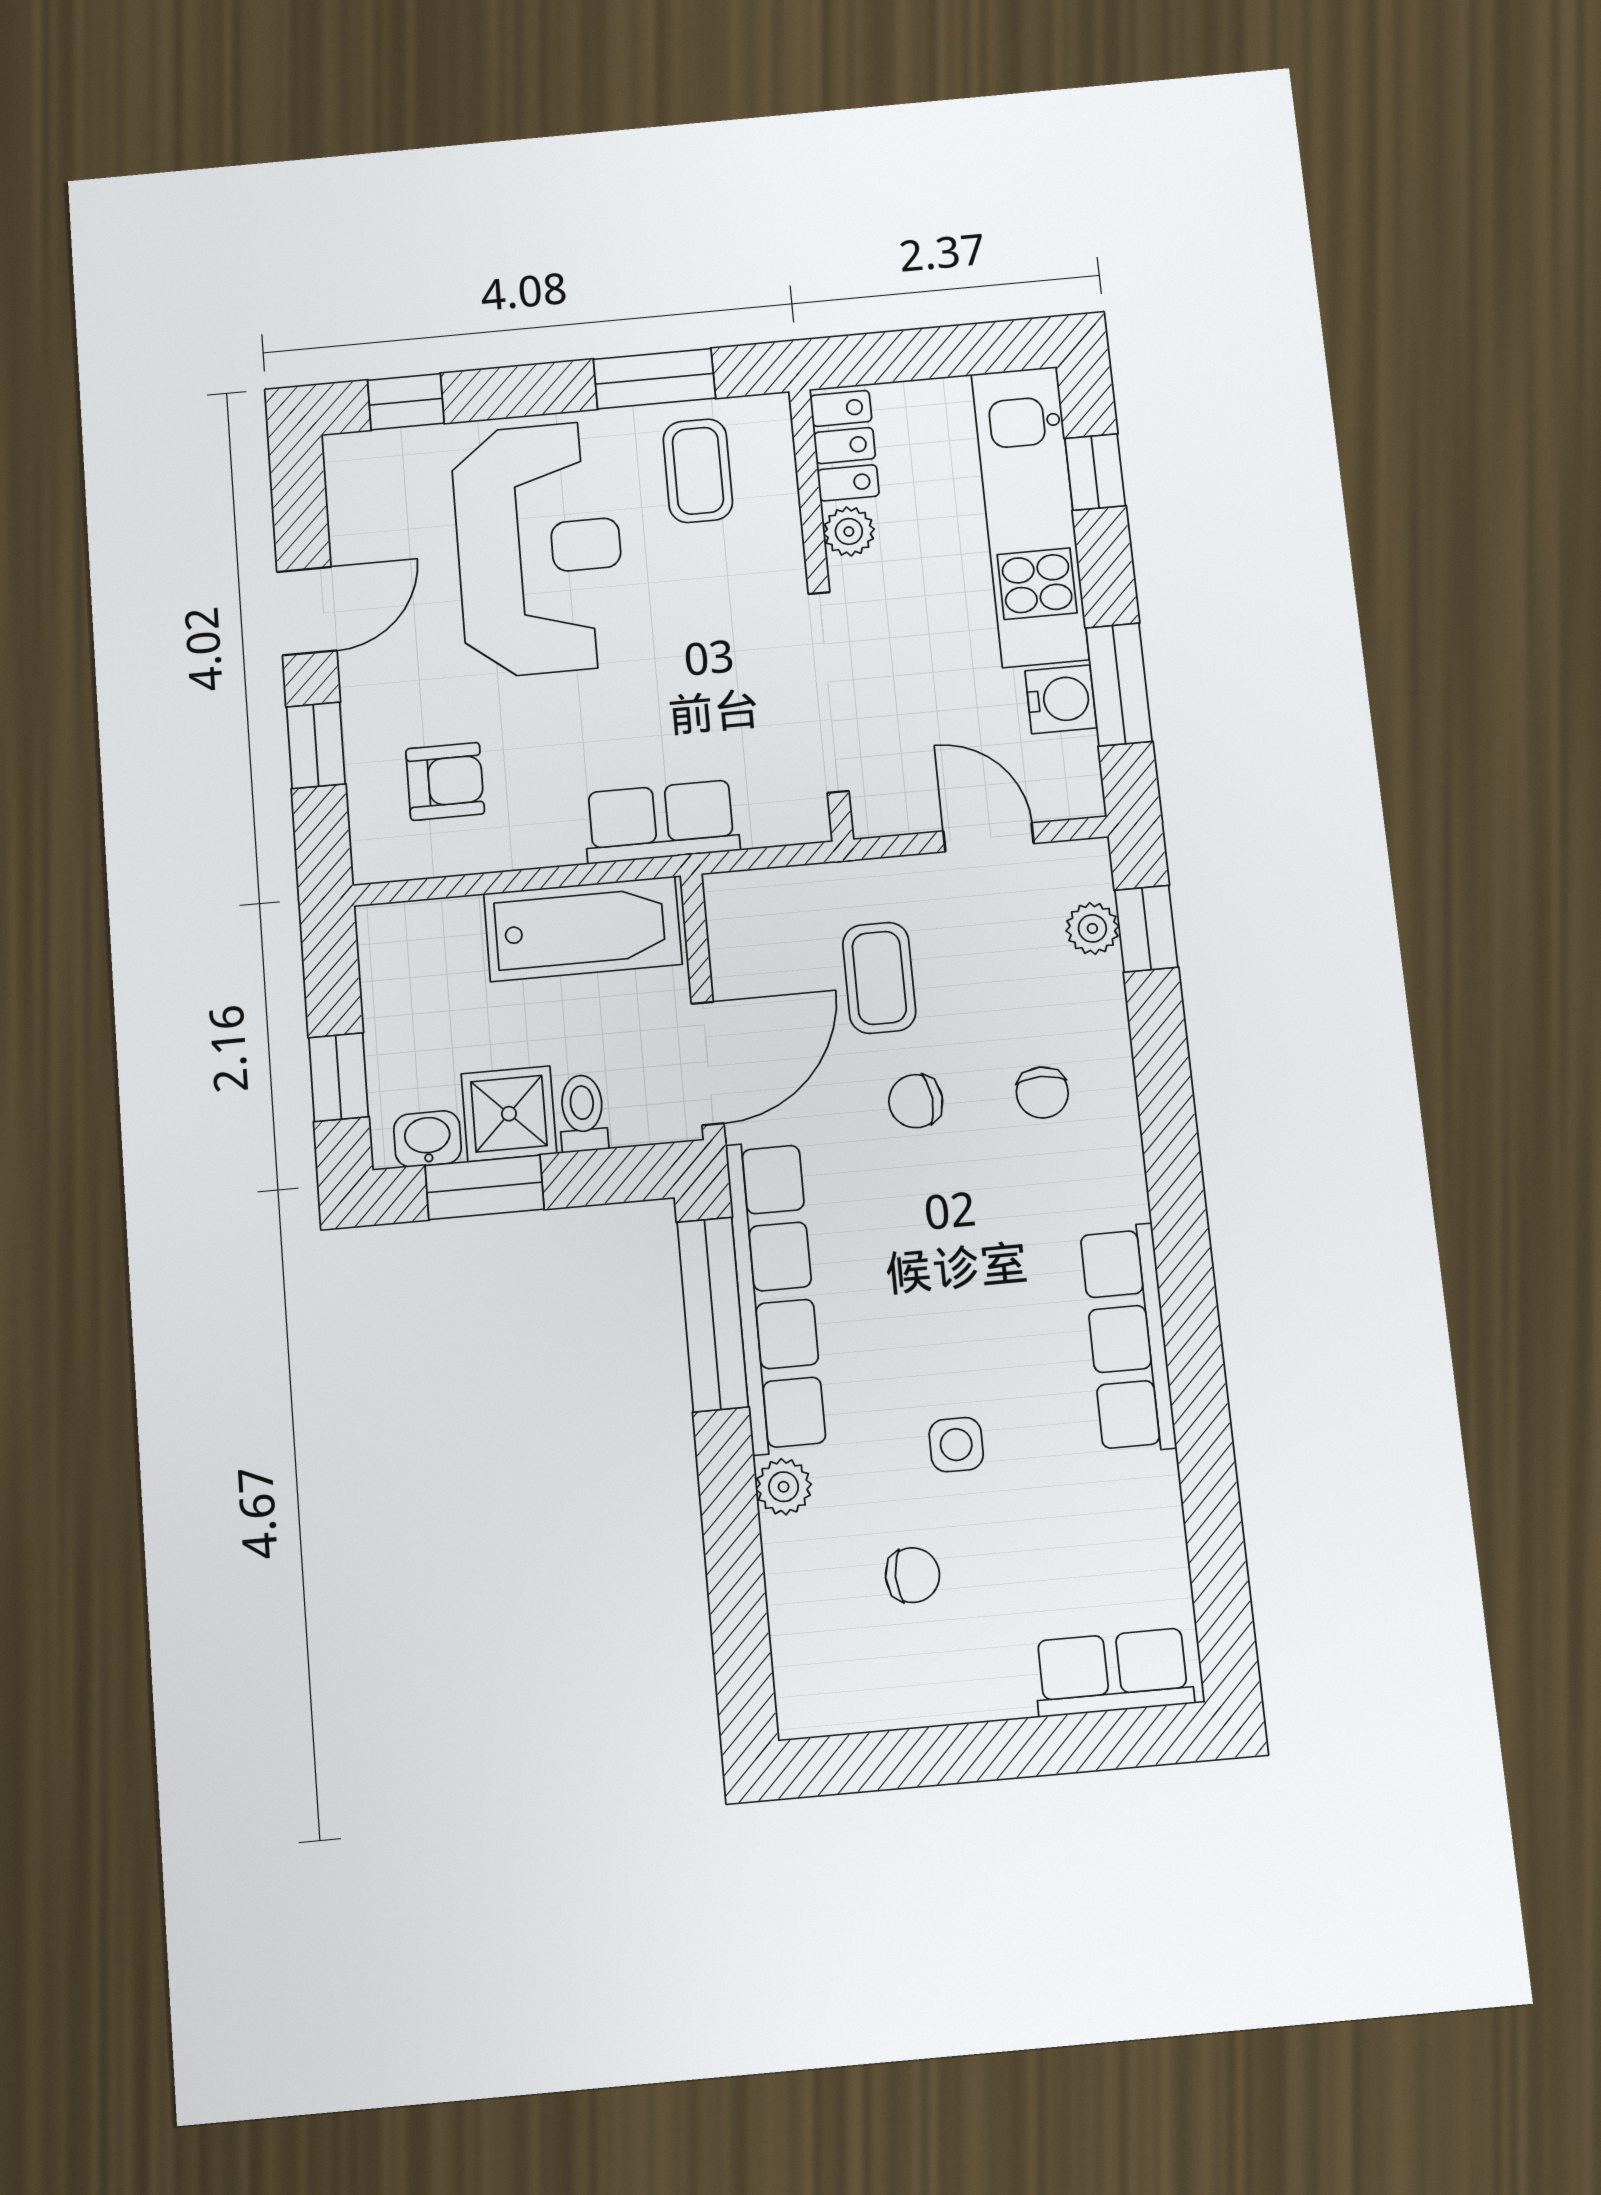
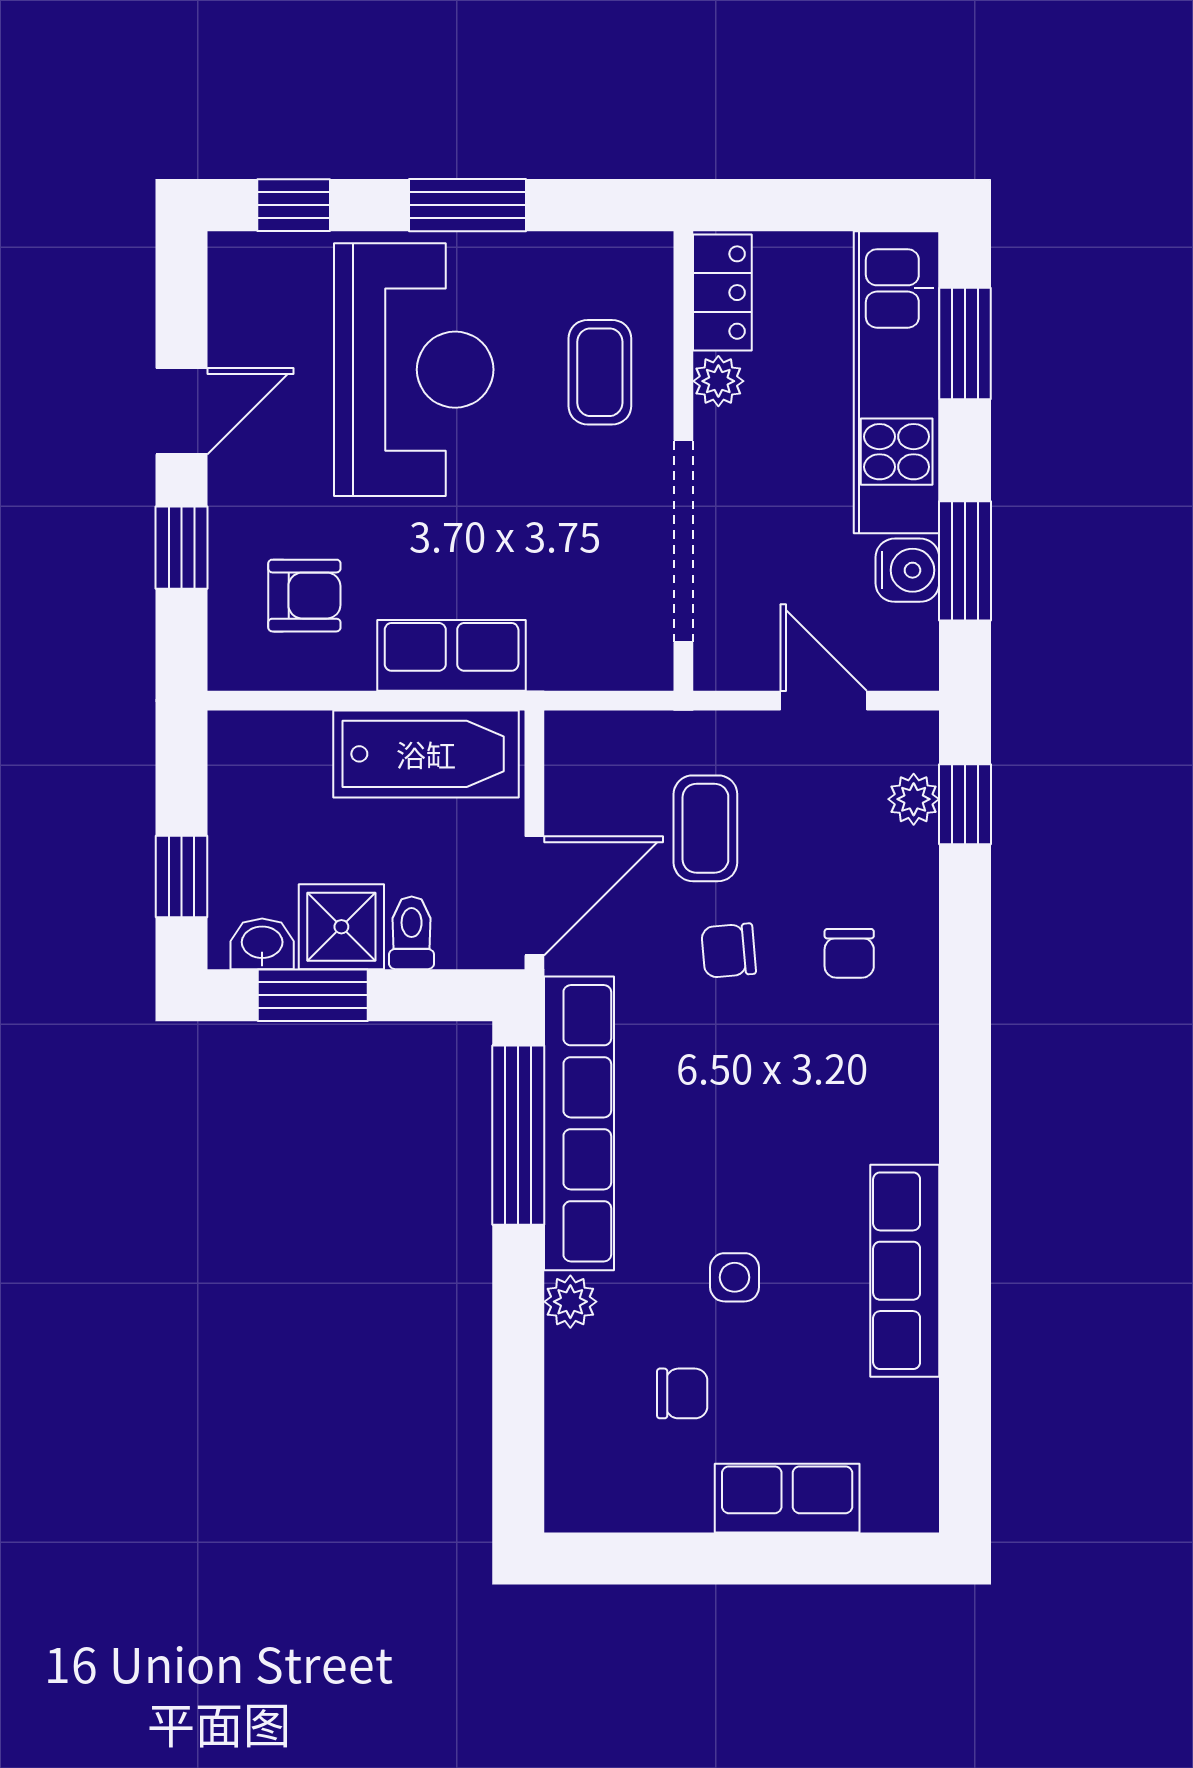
window: (654, 379) -> (467, 205), moved
coffee table: (698, 471) -> (600, 372), moved
window: (1095, 472) -> (965, 344), width x1.50
row of seats: (661, 822) -> (452, 655), moved
row of seats: (1128, 1338) -> (905, 1271), moved
row of seats: (1113, 1672) -> (787, 1498), moved

